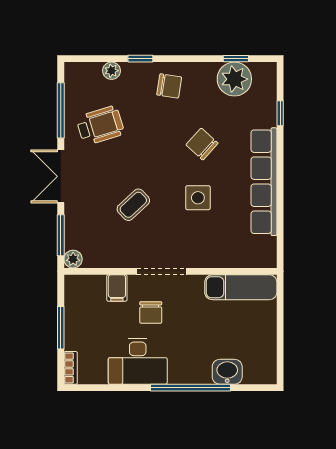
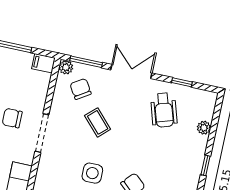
window: (140, 59) -> (205, 165), moved
chair: (169, 86) -> (81, 89), moved, turned 139
window: (61, 110) -> (182, 82), width x0.46
filing cabinet: (117, 288) -> (44, 63), moved

